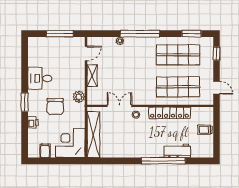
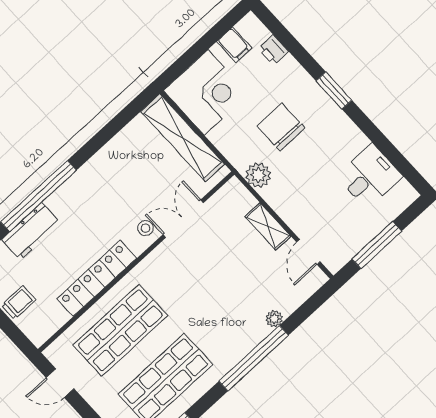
desk: (40, 78) -> (370, 176), moved
double door: (119, 106) -> (183, 219), swing flipped
printer: (33, 122) -> (273, 50), moved

